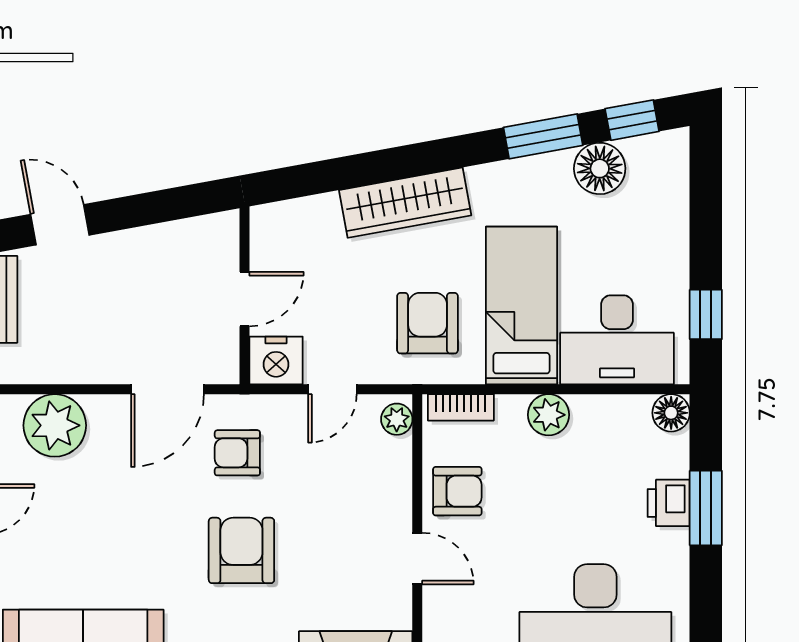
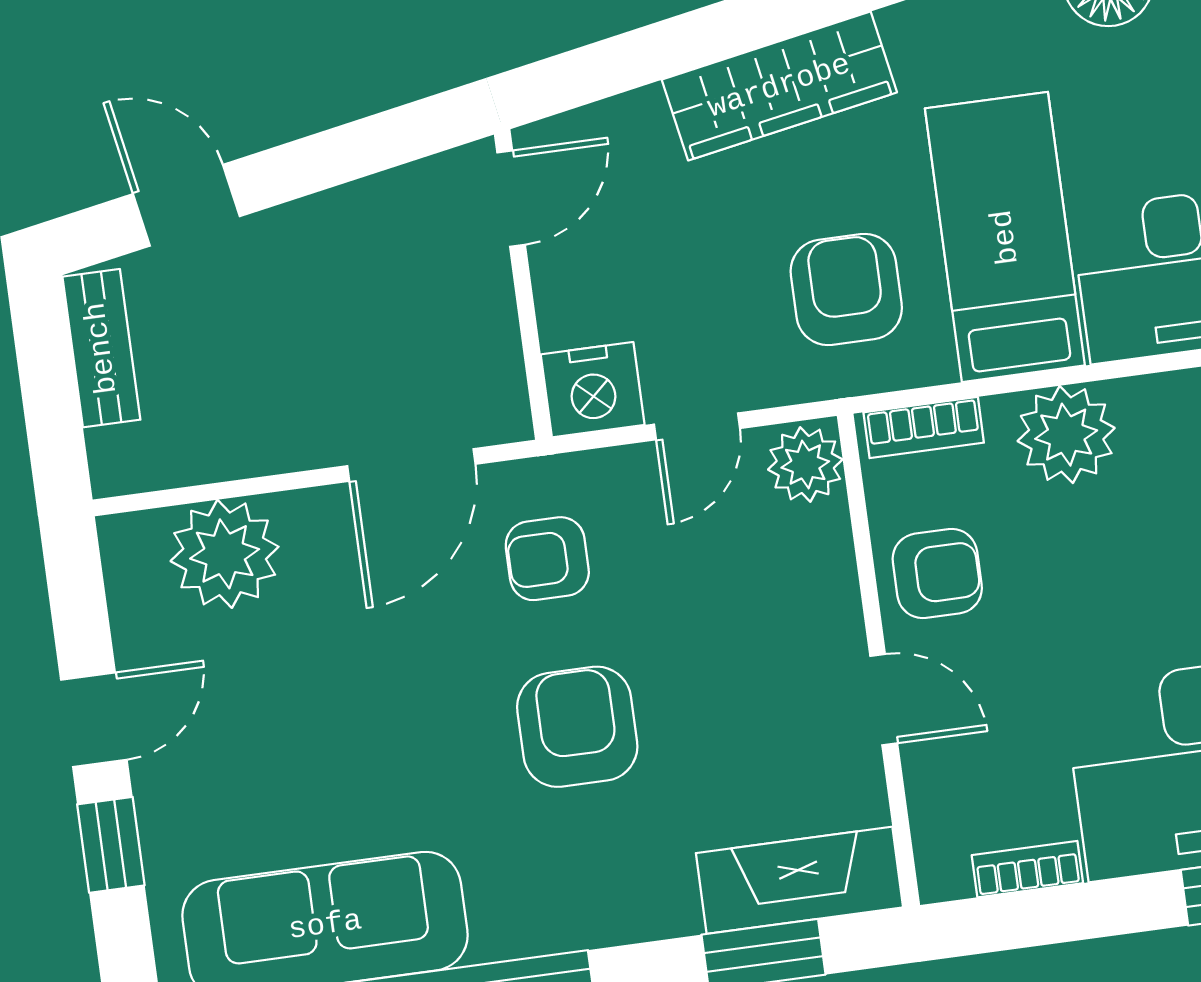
door: (244, 299) -> (511, 199), moved
plant: (549, 415) -> (1066, 435), width x1.36, depth x1.36
plant: (397, 419) -> (805, 464), width x1.38, depth x1.38

